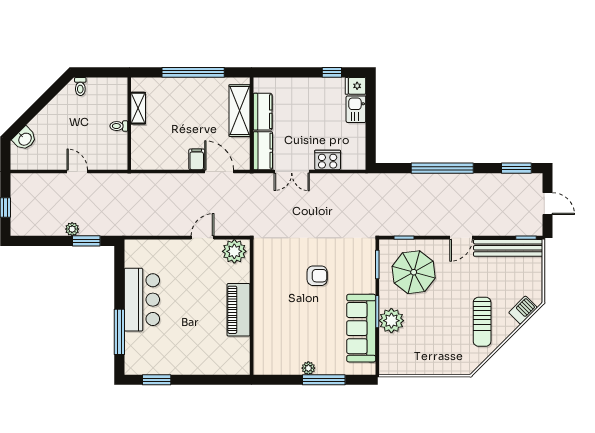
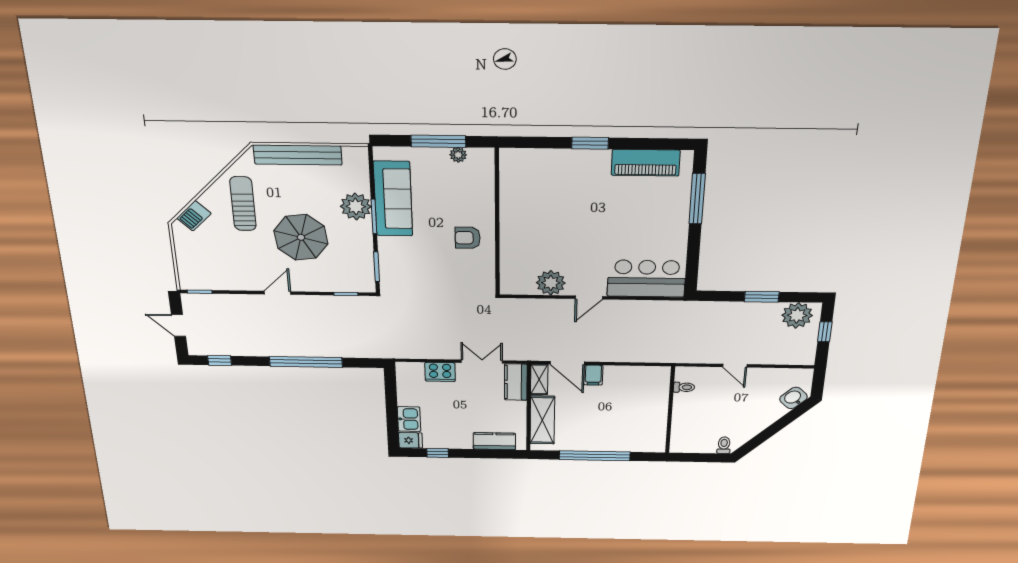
shelving: (138, 108) -> (539, 379), moved
kitchen counter: (263, 112) -> (494, 441), moved, turned 90
toilet: (119, 126) -> (684, 387), moved
window: (516, 168) -> (220, 361), width x0.67
plant: (72, 229) -> (797, 315), moved, width x1.88, depth x1.88
window: (86, 241) -> (762, 297), moved
bench: (508, 248) -> (298, 155), moved
parasol: (414, 272) -> (301, 237), moved
armchair: (317, 276) -> (468, 238), moved
bar counter: (142, 300) -> (646, 279), moved, turned 90
wall: (252, 307) -> (497, 223), moved
piano: (239, 310) -> (646, 163), moved, turned 90
window: (157, 380) -> (590, 143), moved

